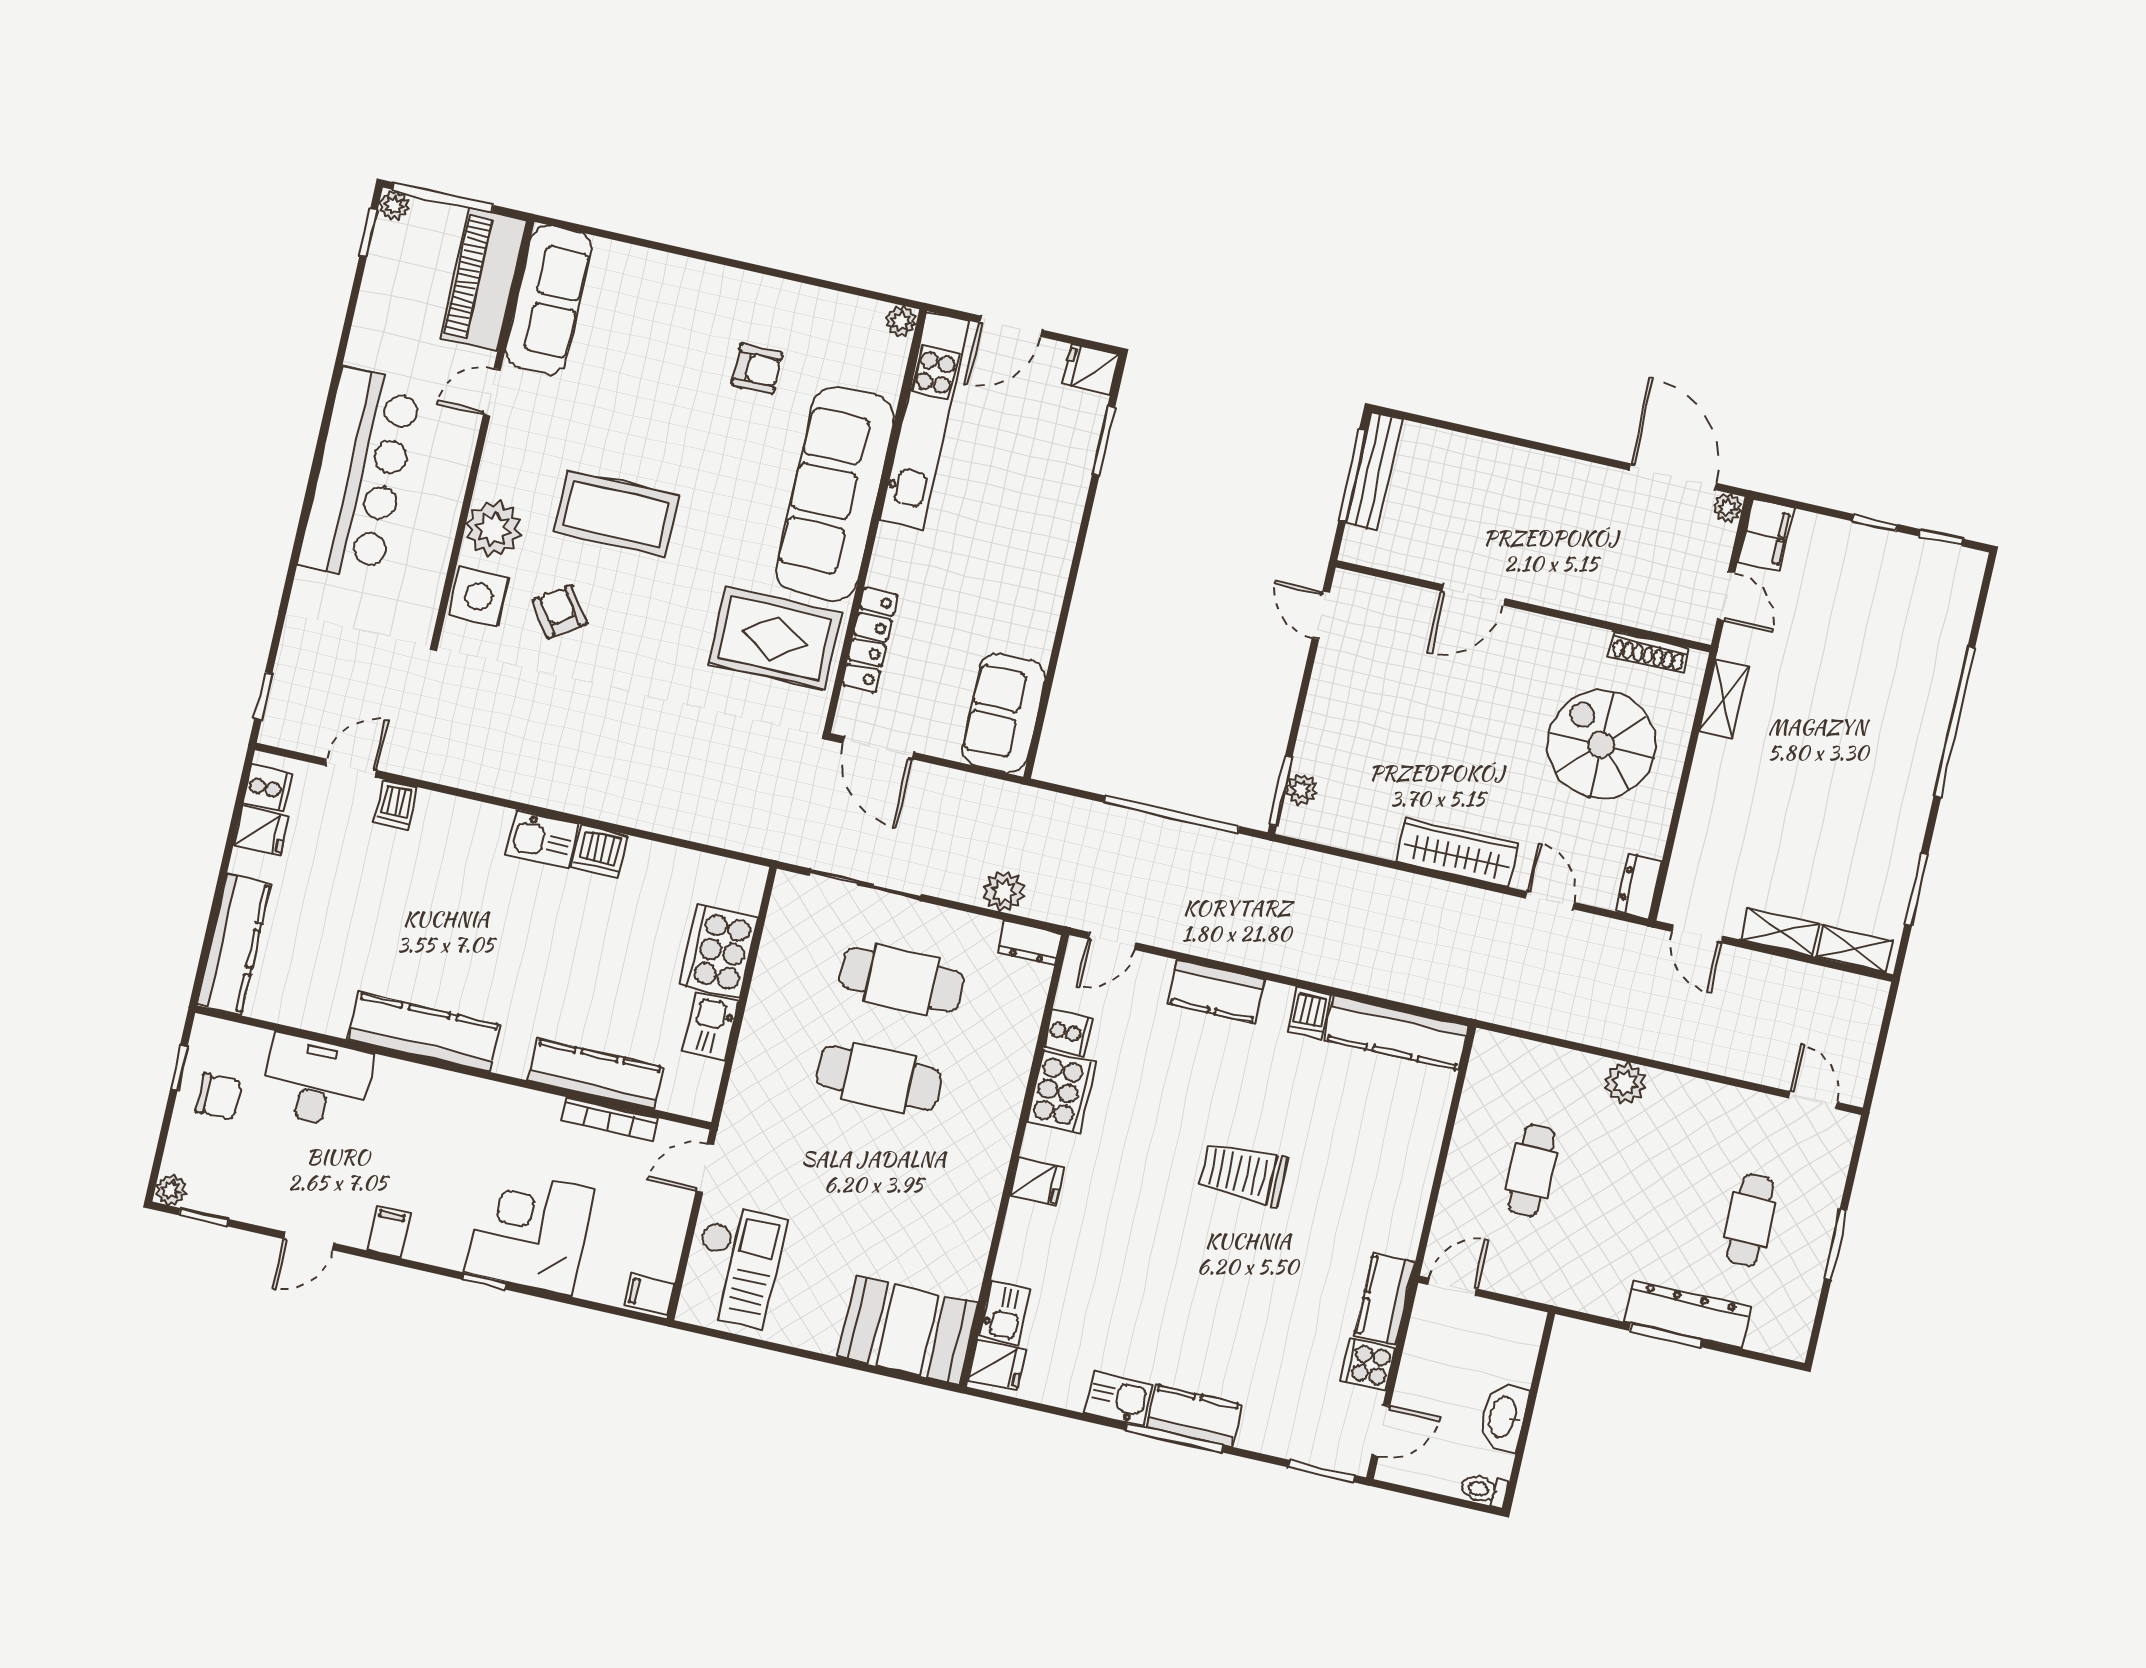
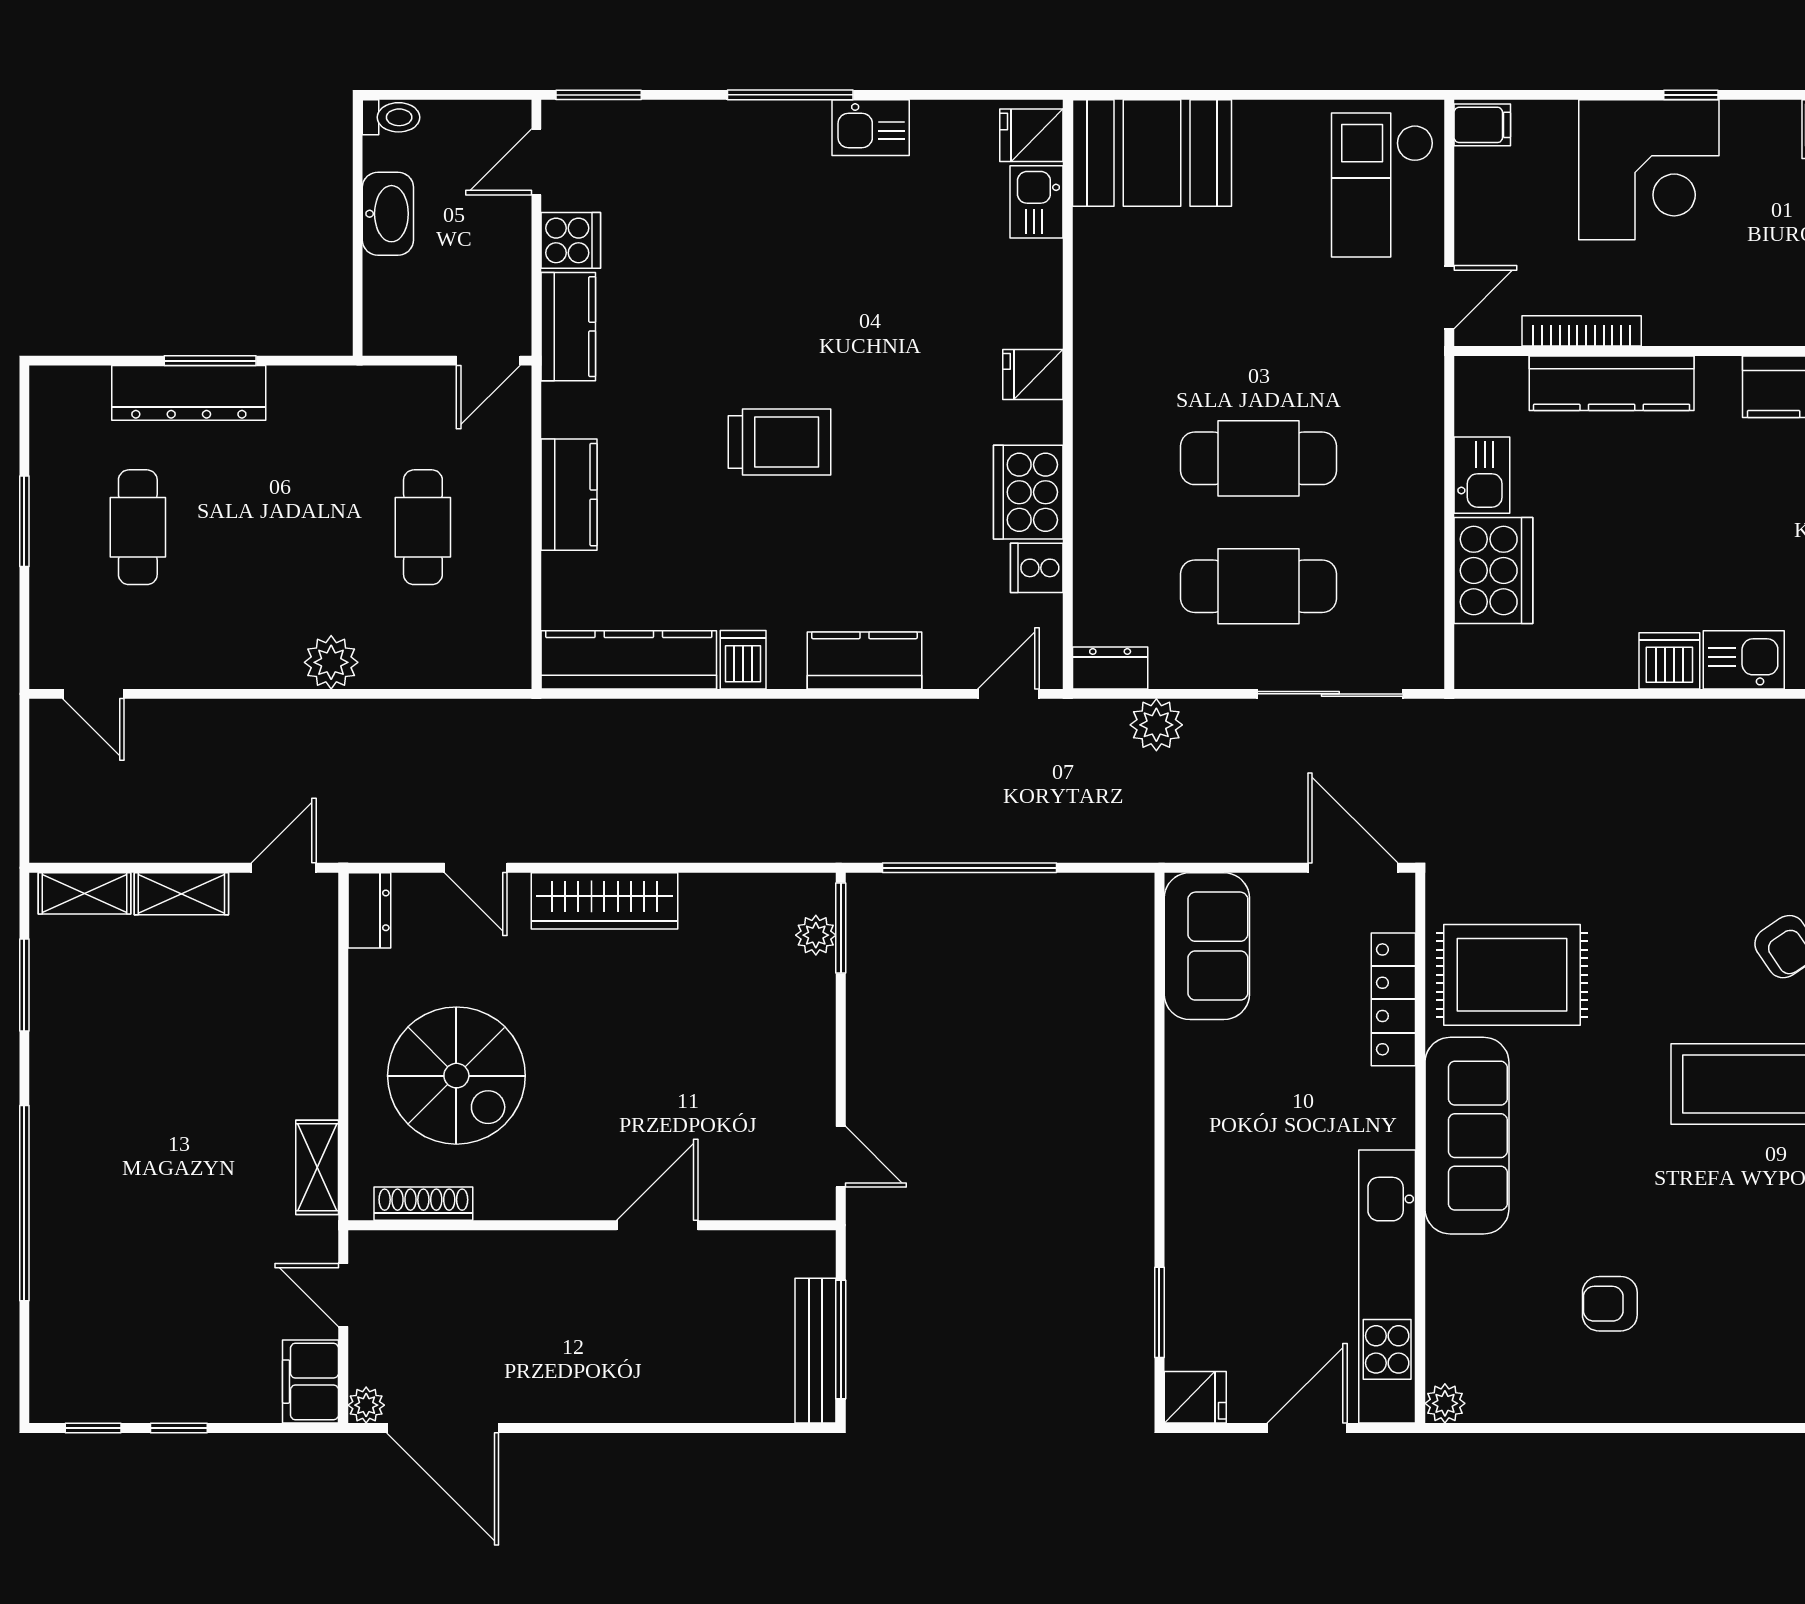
sofa: (835, 493) -> (1467, 1136), width x0.74, depth x0.79
door: (1697, 934) -> (284, 868), hinge flipped
kitchen counter: (1194, 1416) -> (569, 495), moved, turned -90

